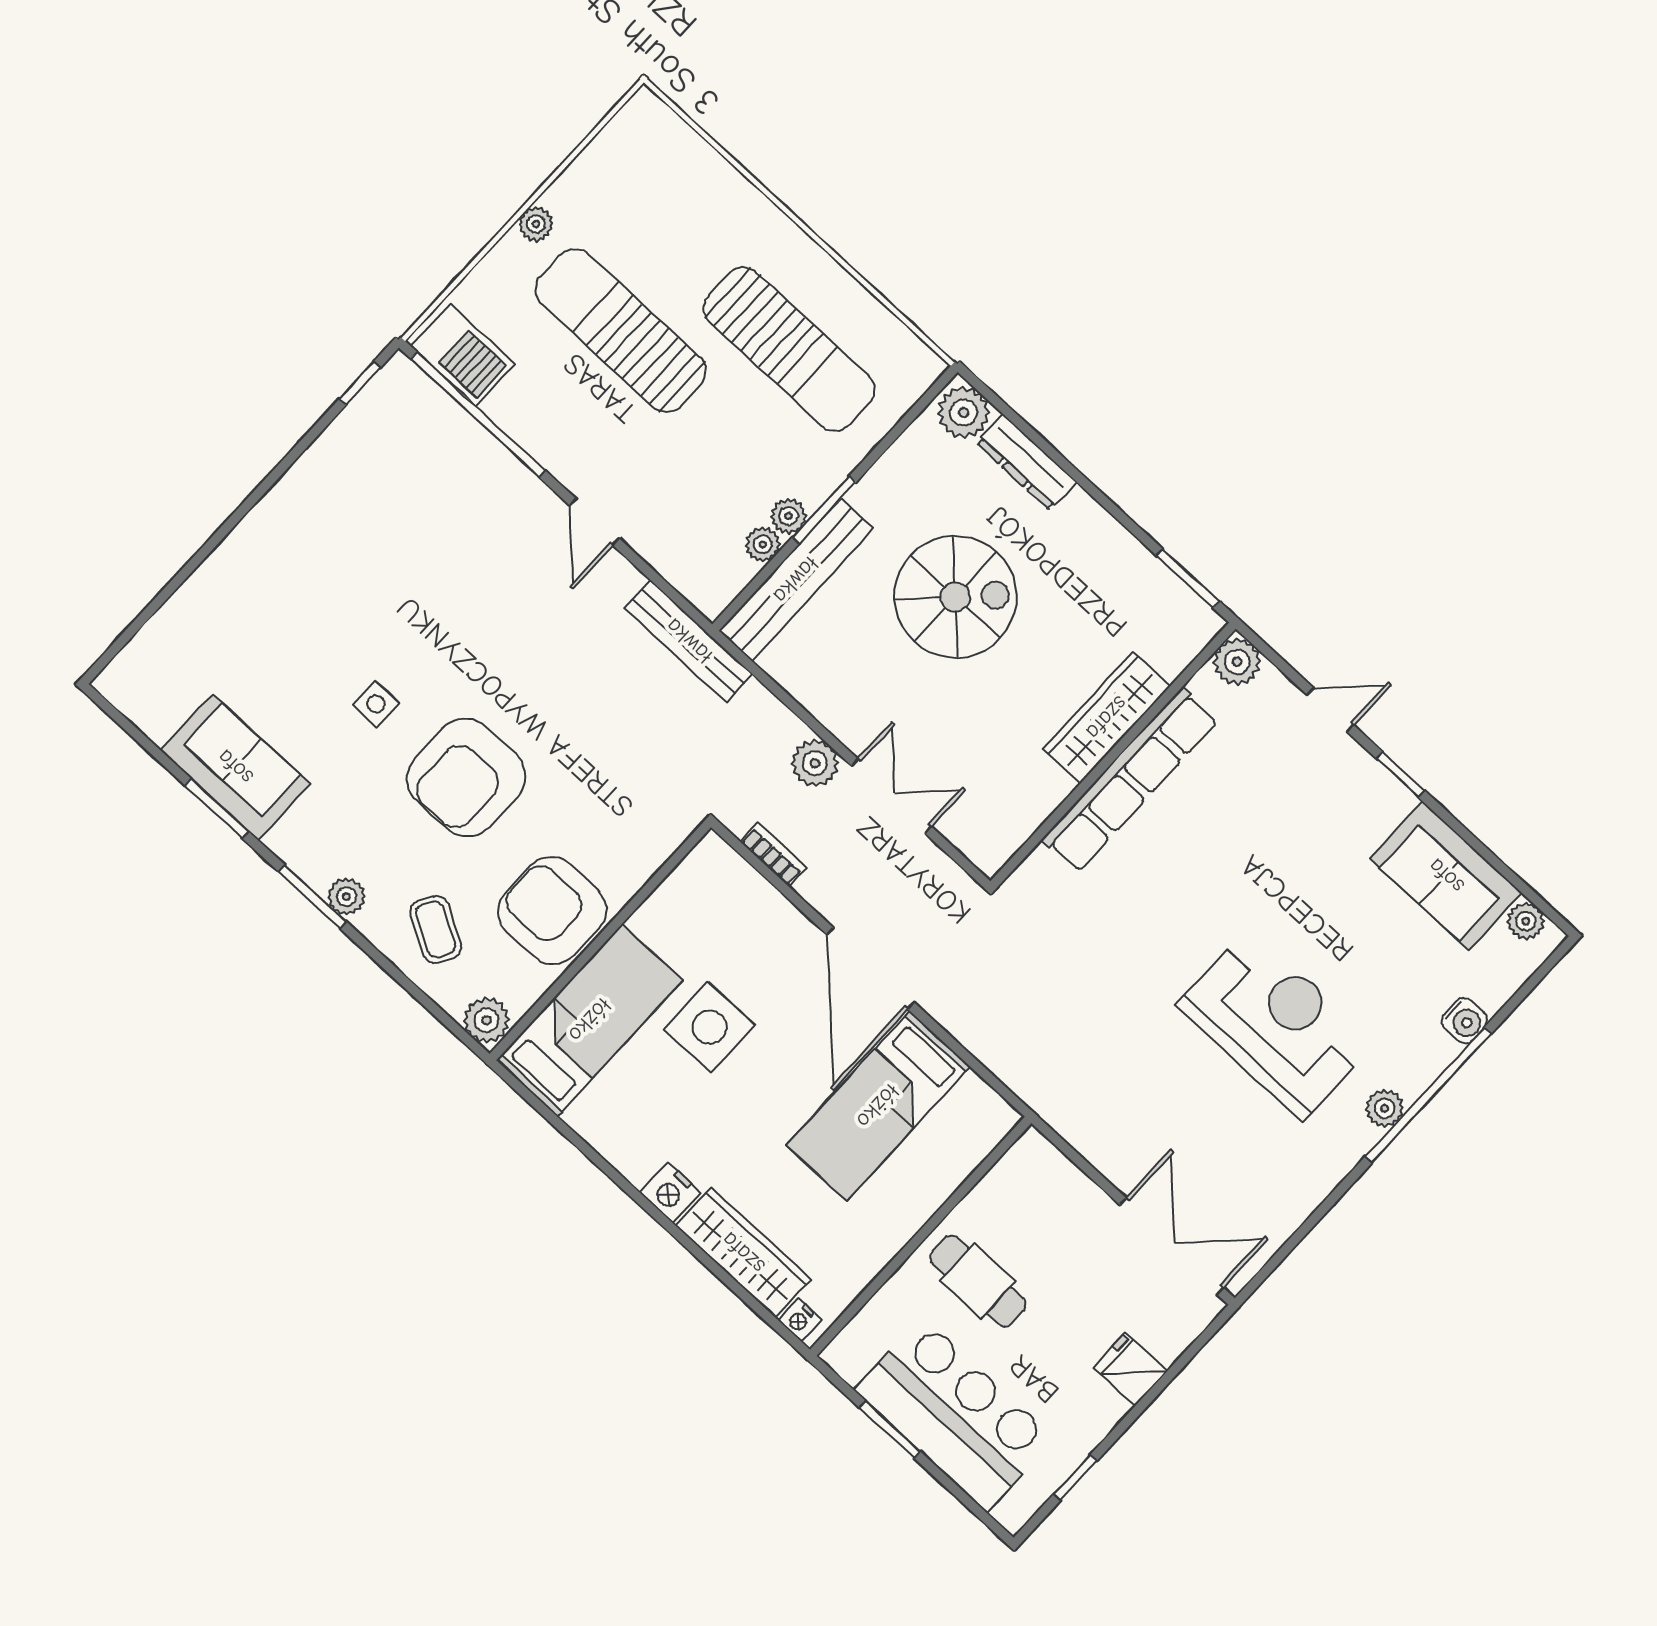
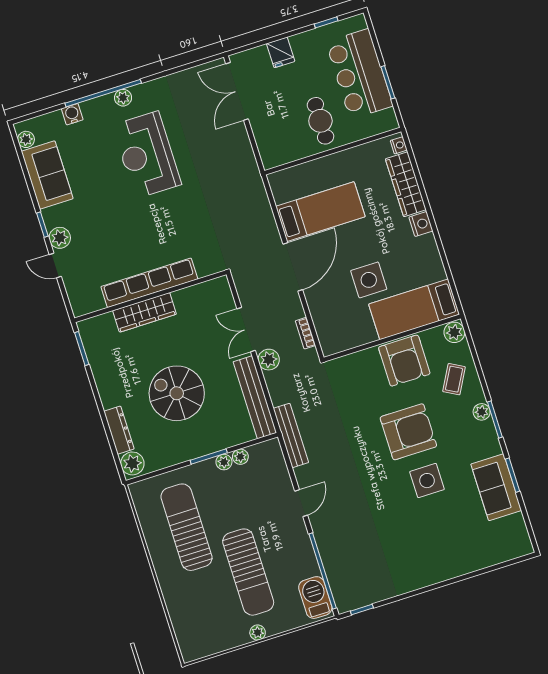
bench: (796, 580) -> (255, 397), moved, turned 90
plant: (1237, 662) -> (60, 238), moved
side table: (376, 704) -> (427, 481), width x1.87, depth x1.87

